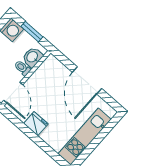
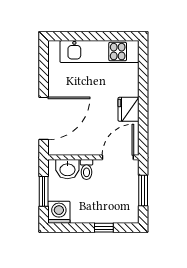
door: (87, 80) -> (44, 118), moved

